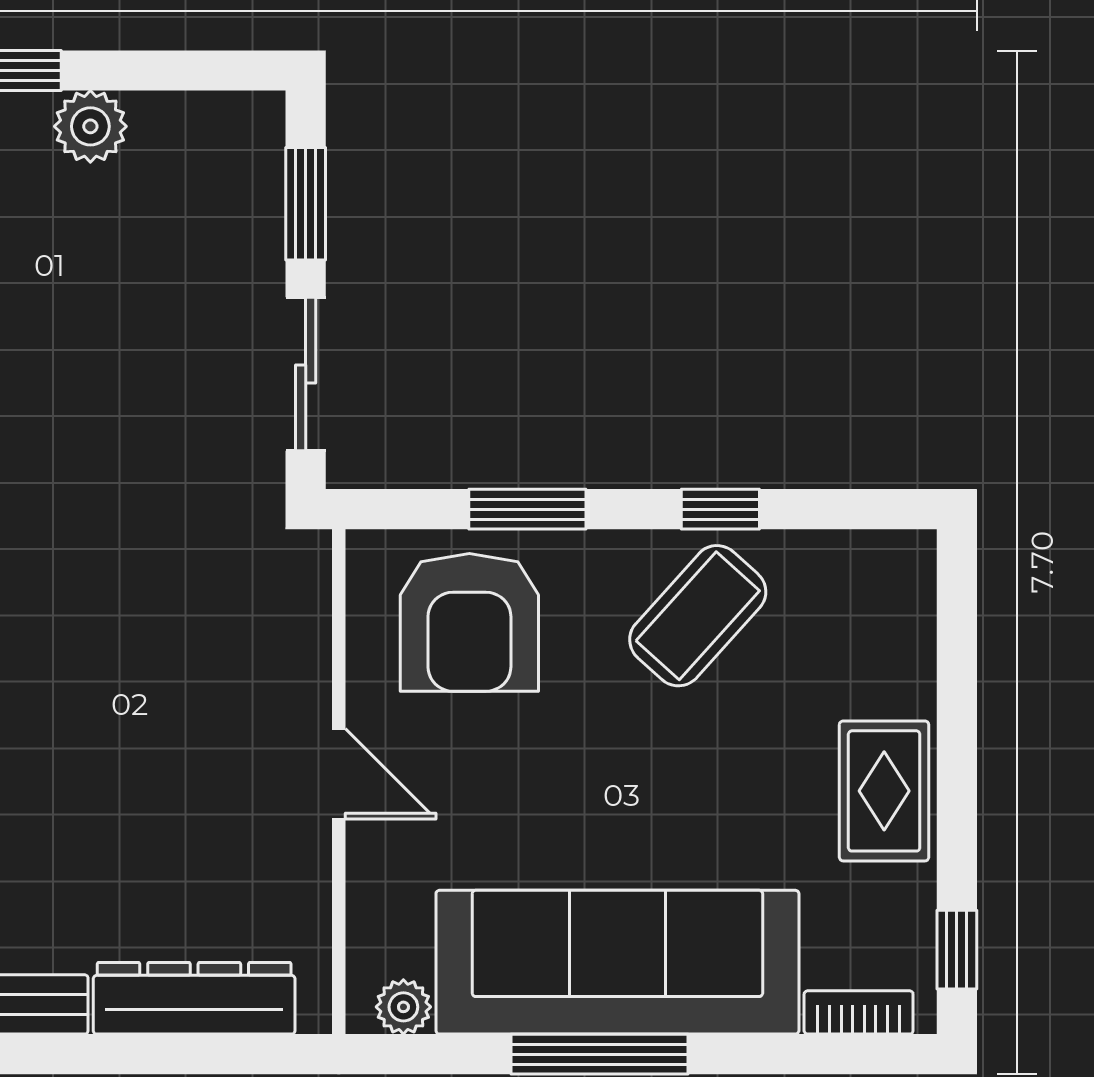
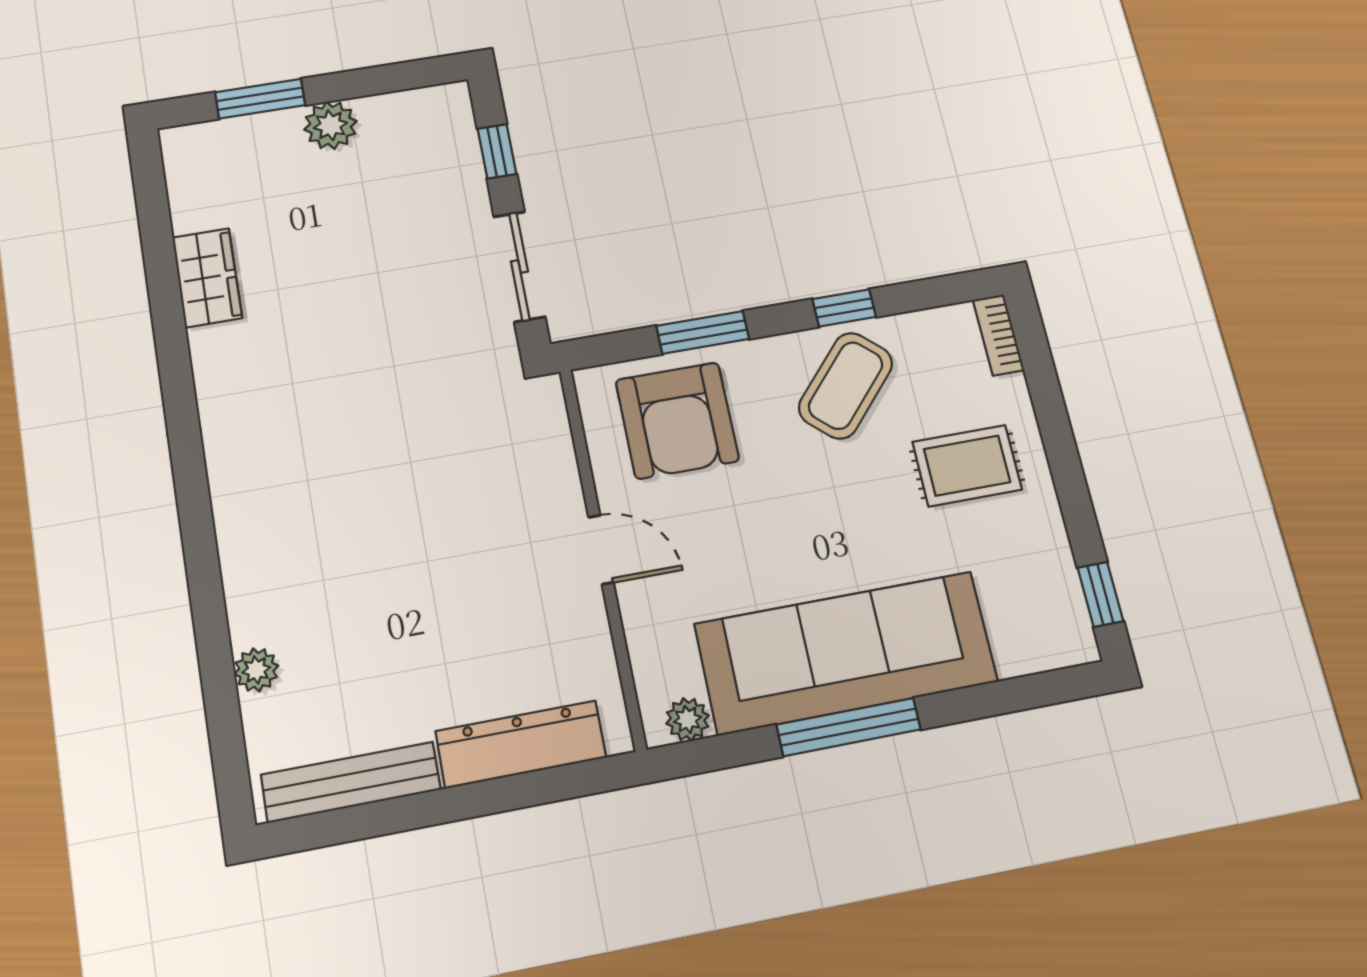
window: (306, 204) -> (497, 151), width x0.67
rug: (884, 791) -> (967, 466), moved, turned 90
bookcase: (859, 1012) -> (998, 335), moved, turned -90

